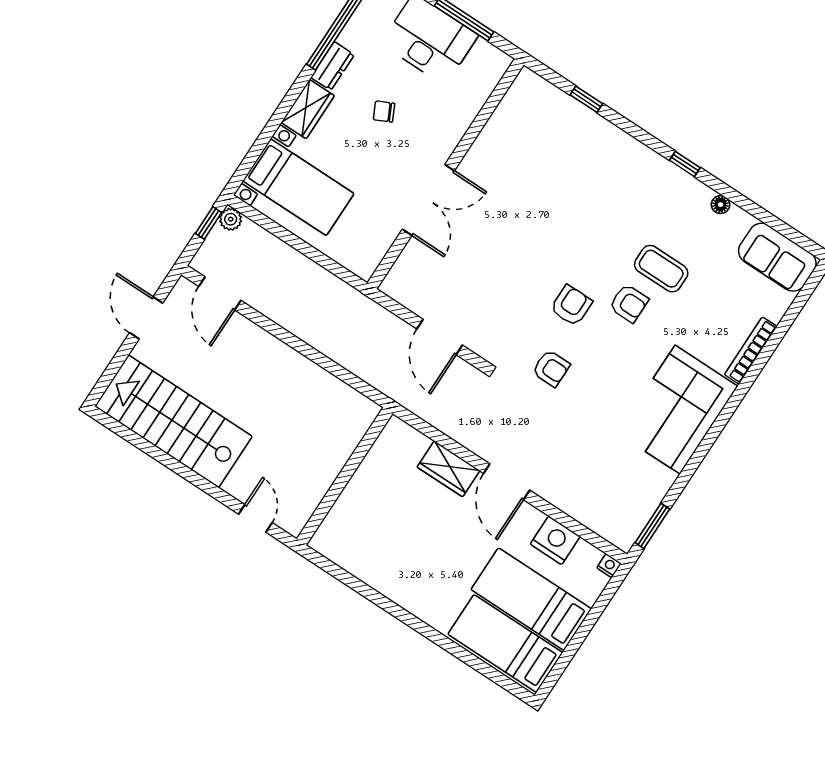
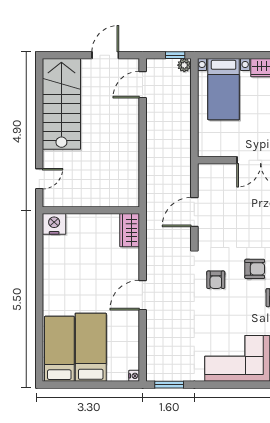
wardrobe: (448, 469) -> (130, 230), moved
nightstand: (555, 540) -> (54, 224), moved, turned -90

